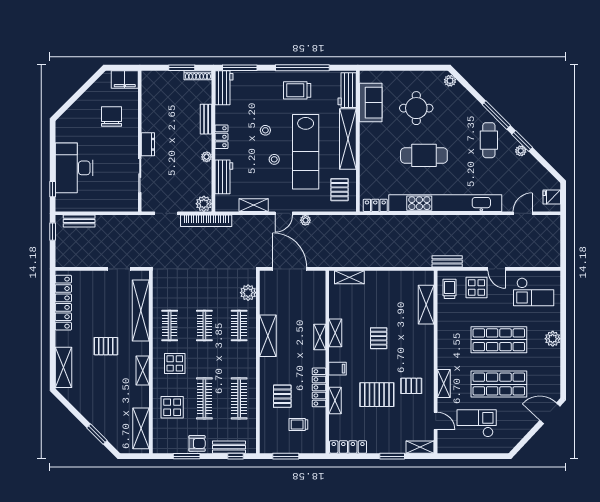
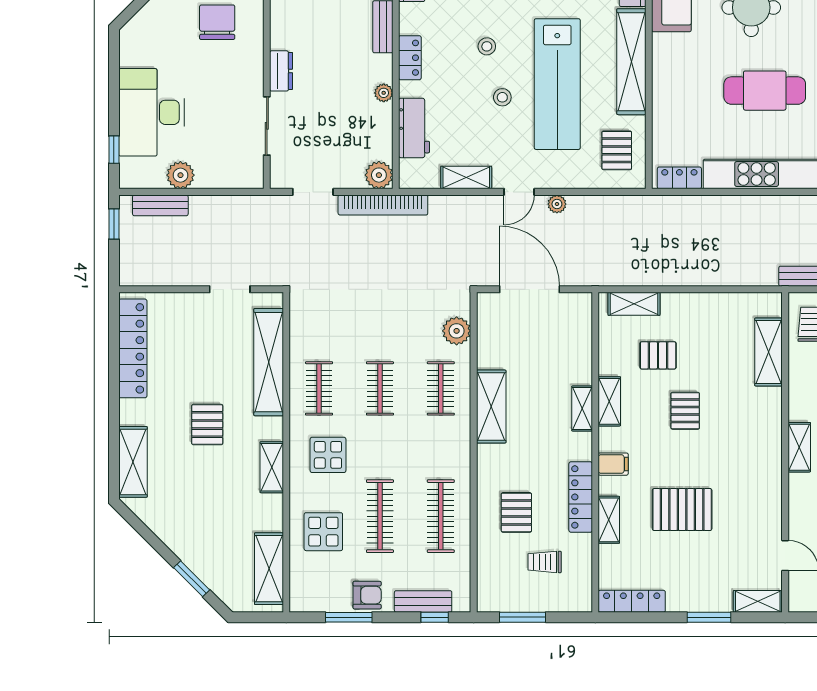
plant: (91, 204) -> (180, 175), added
pallet: (106, 346) -> (207, 425), turned 90
shelving: (444, 383) -> (799, 447), moved
pallet: (411, 386) -> (658, 355), moved

